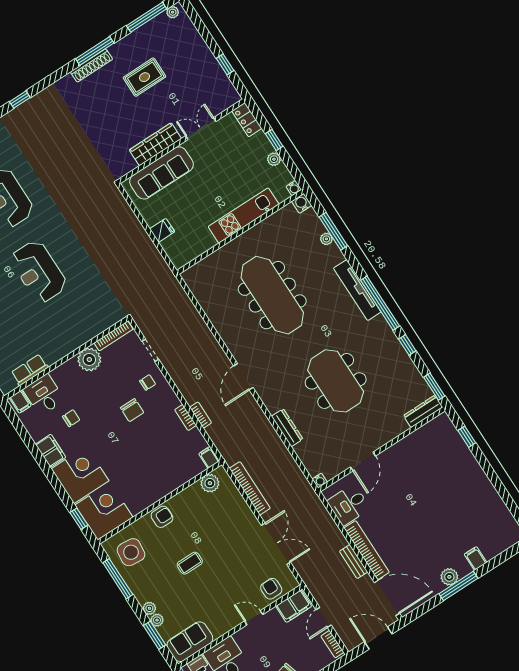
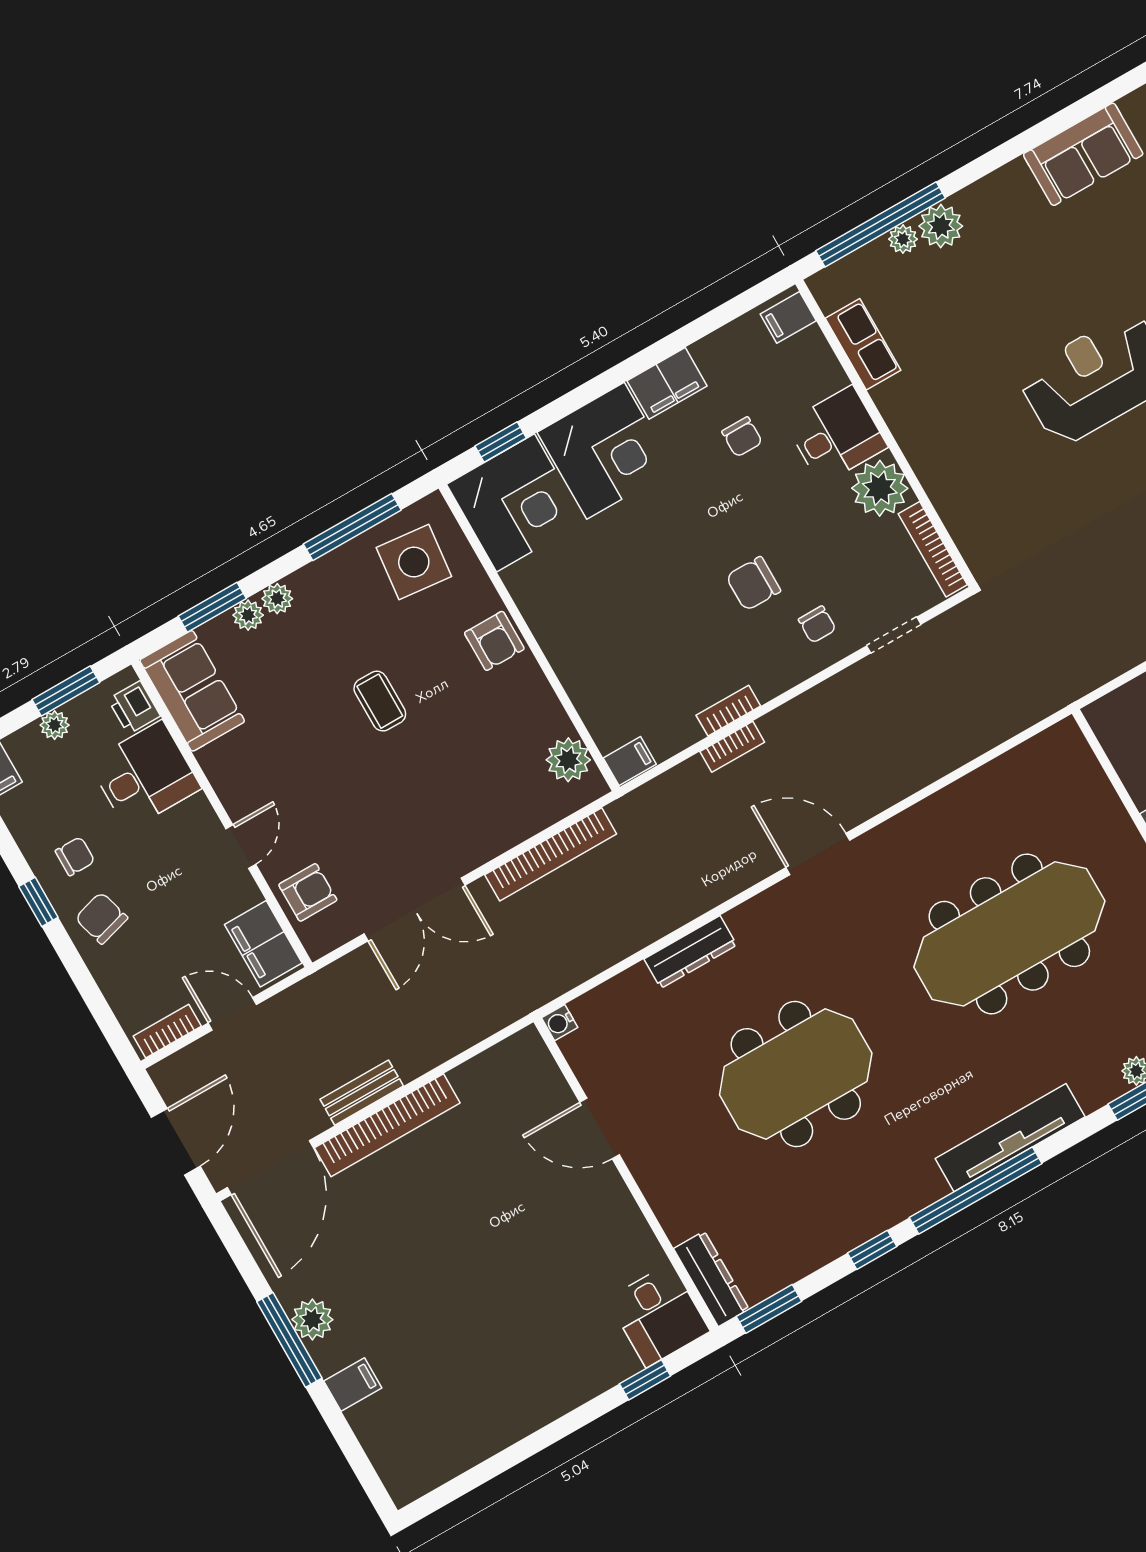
desk: (44, 395) -> (836, 435), moved
desk: (349, 505) -> (658, 1315), moved, turned 180

